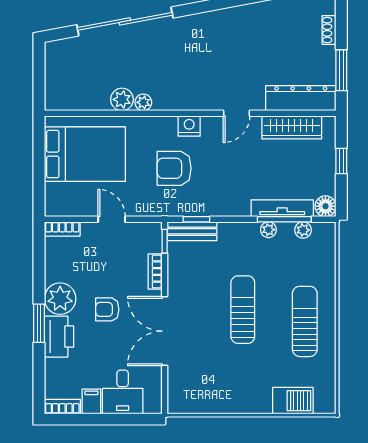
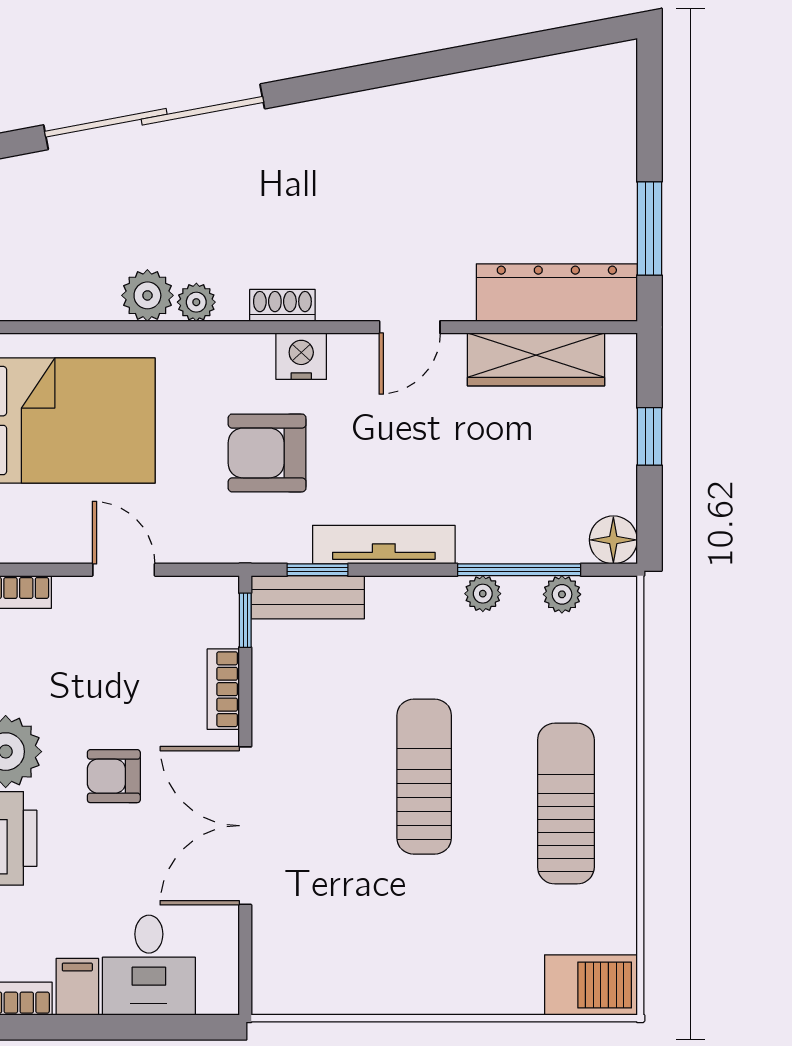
shoe rack: (329, 30) -> (282, 305), moved, turned 90
tv unit: (282, 208) -> (384, 545), moved
barbecue: (293, 401) -> (591, 985), moved

